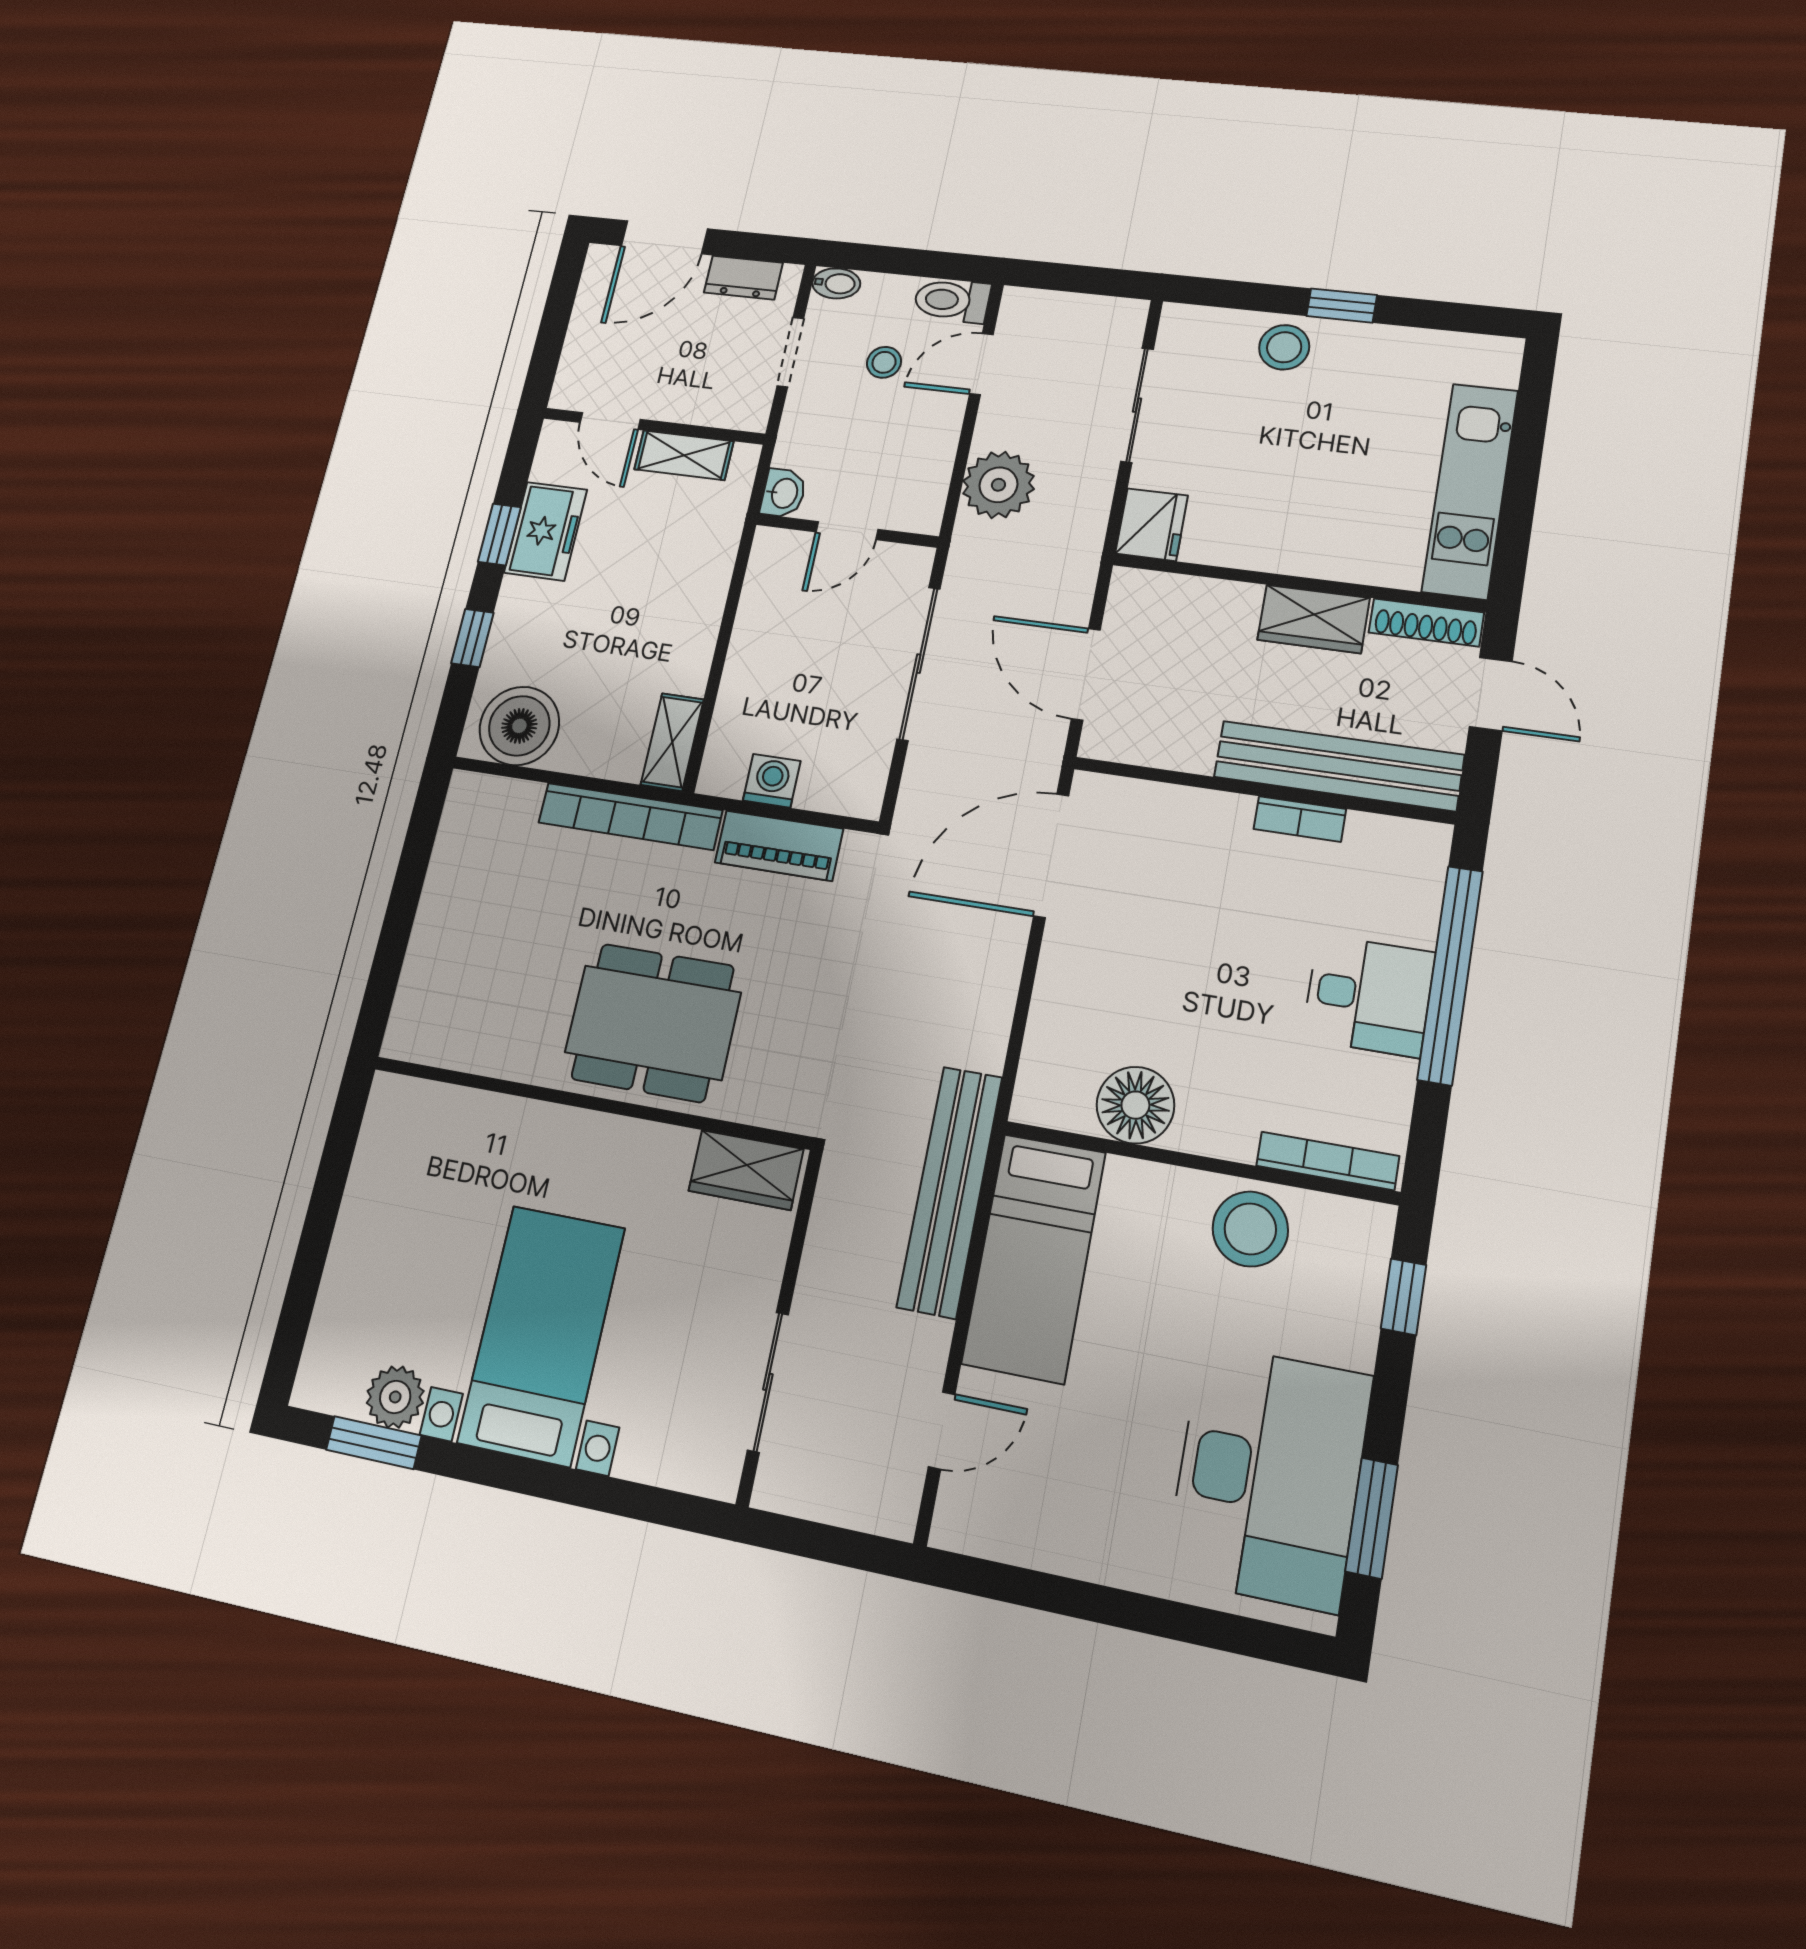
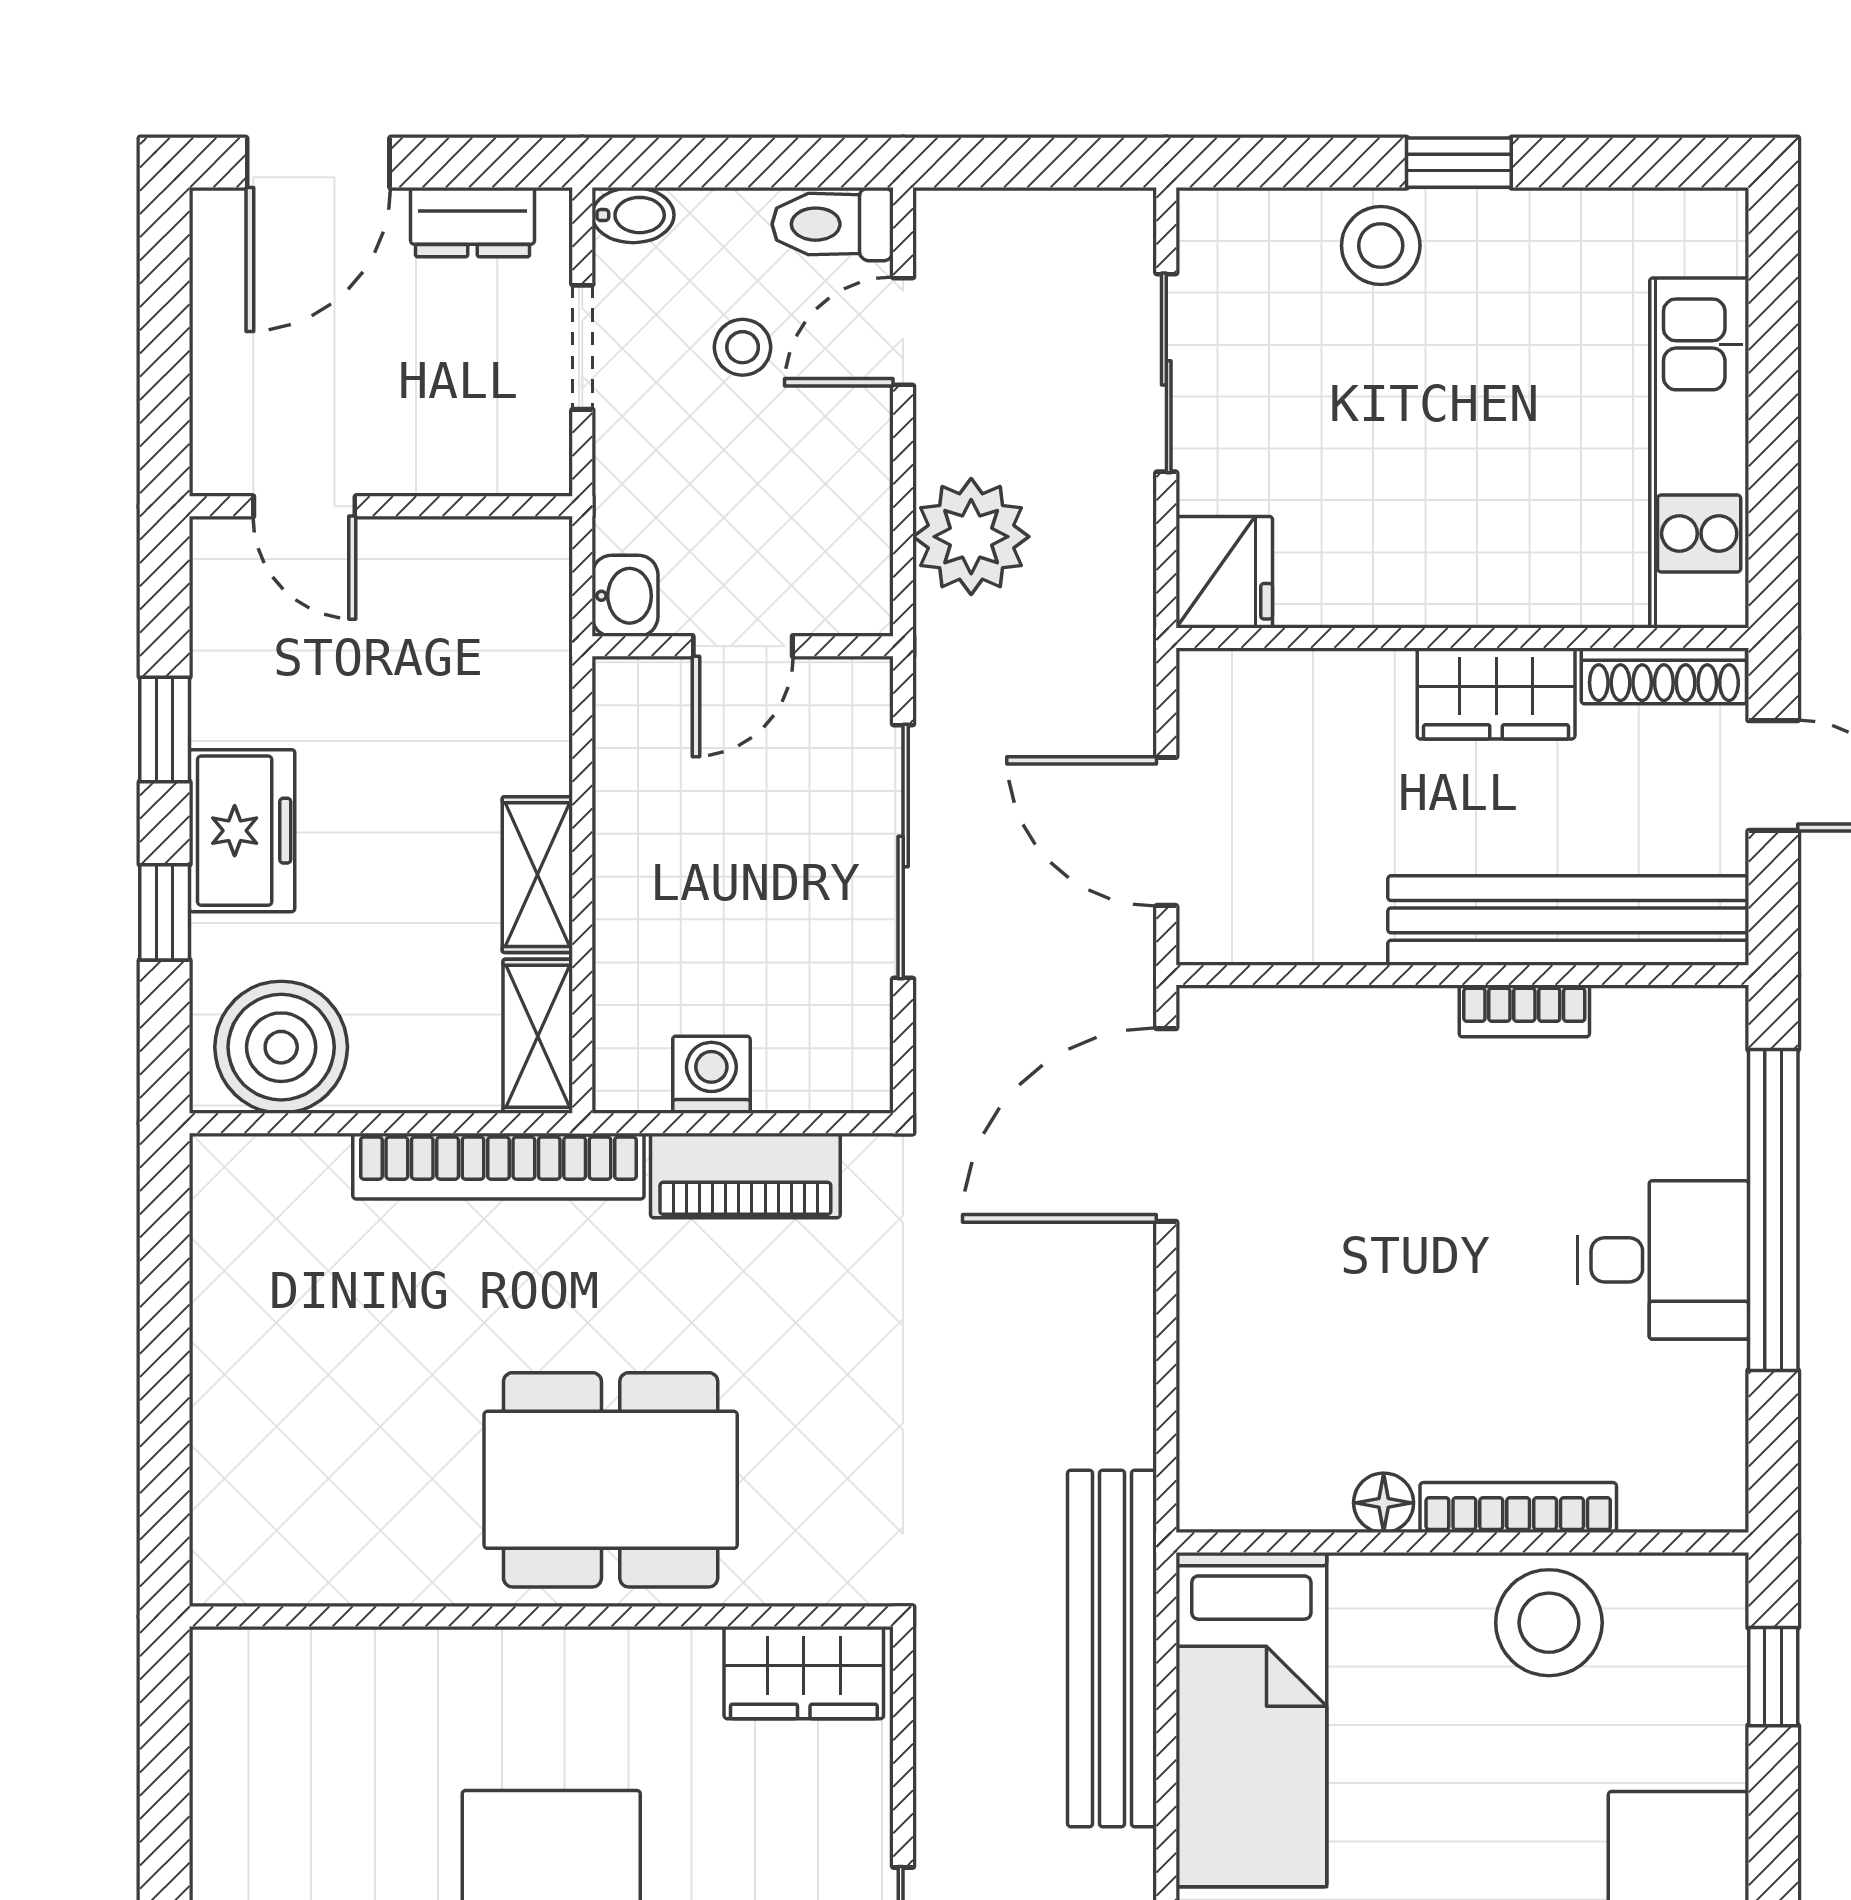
shelving: (684, 455) -> (537, 875), moved, turned 90
freezer: (546, 531) -> (242, 831), moved
floor lamp: (1135, 1105) -> (1384, 1503), width x0.53, depth x0.53
bookcase: (1328, 1161) -> (1518, 1508), moved

